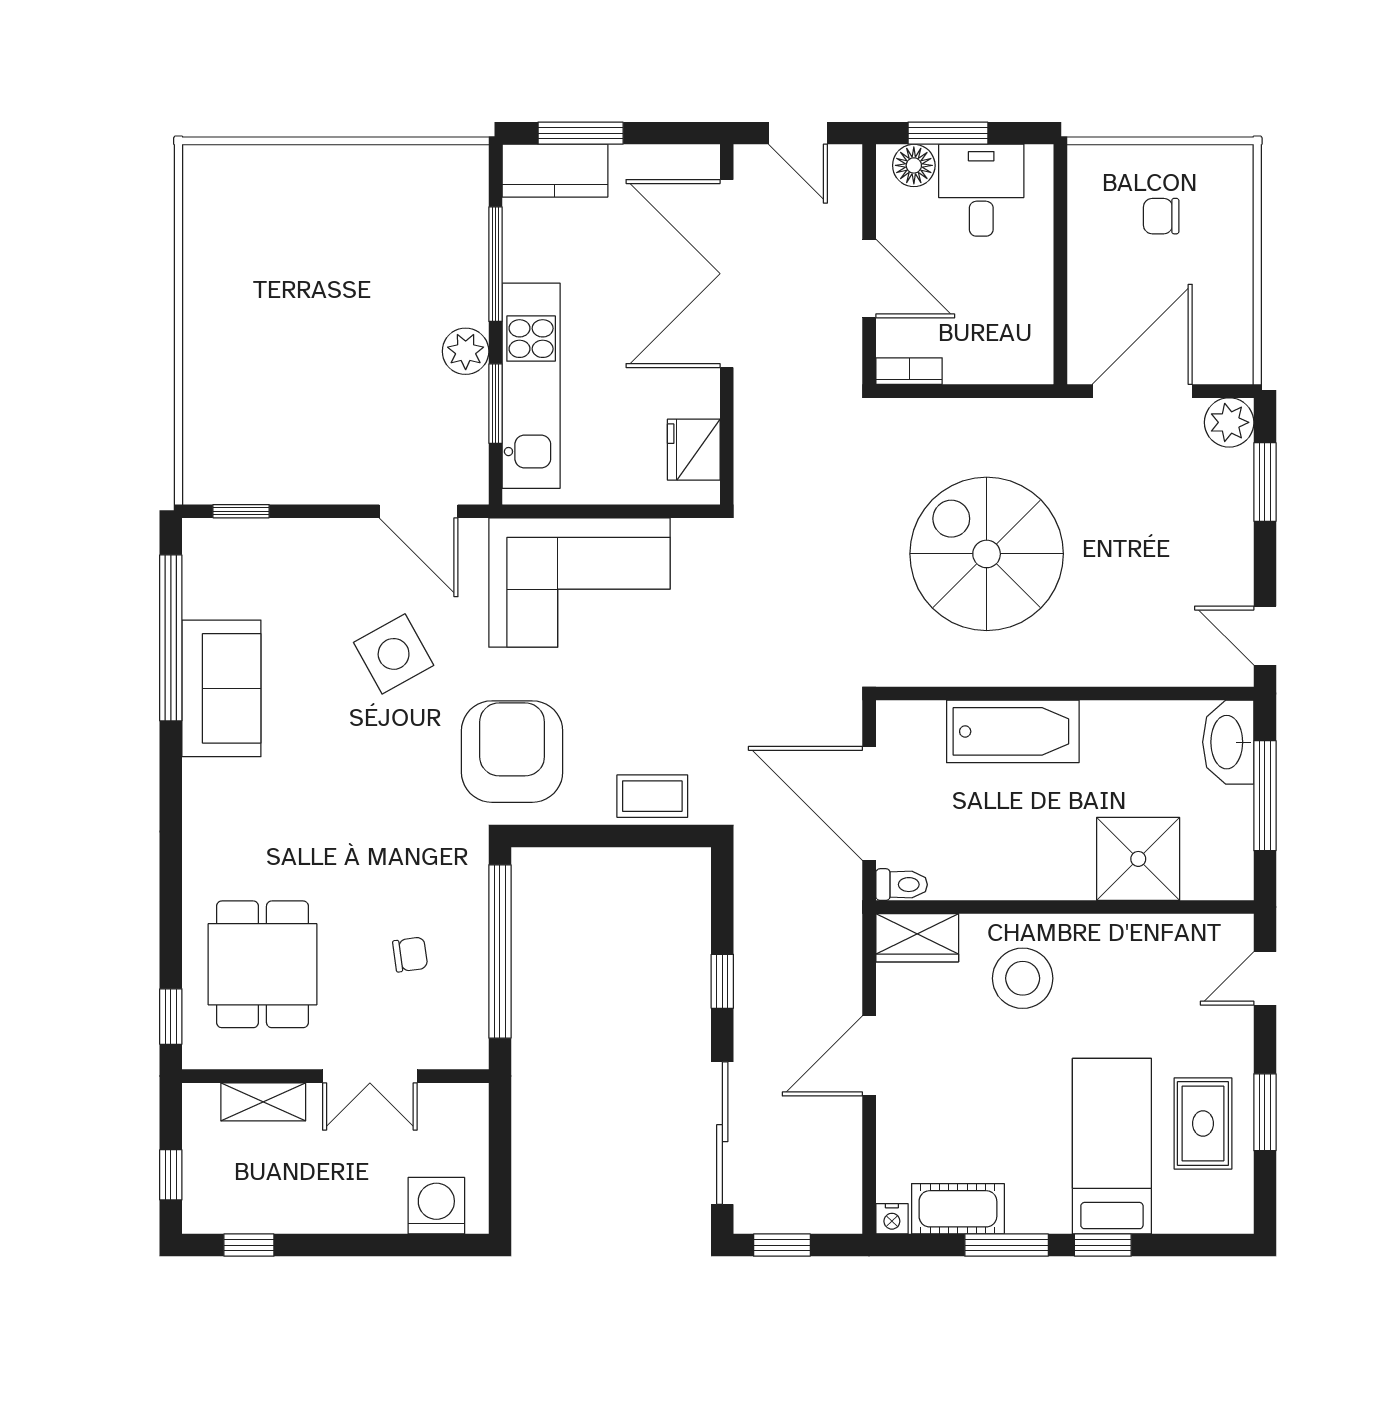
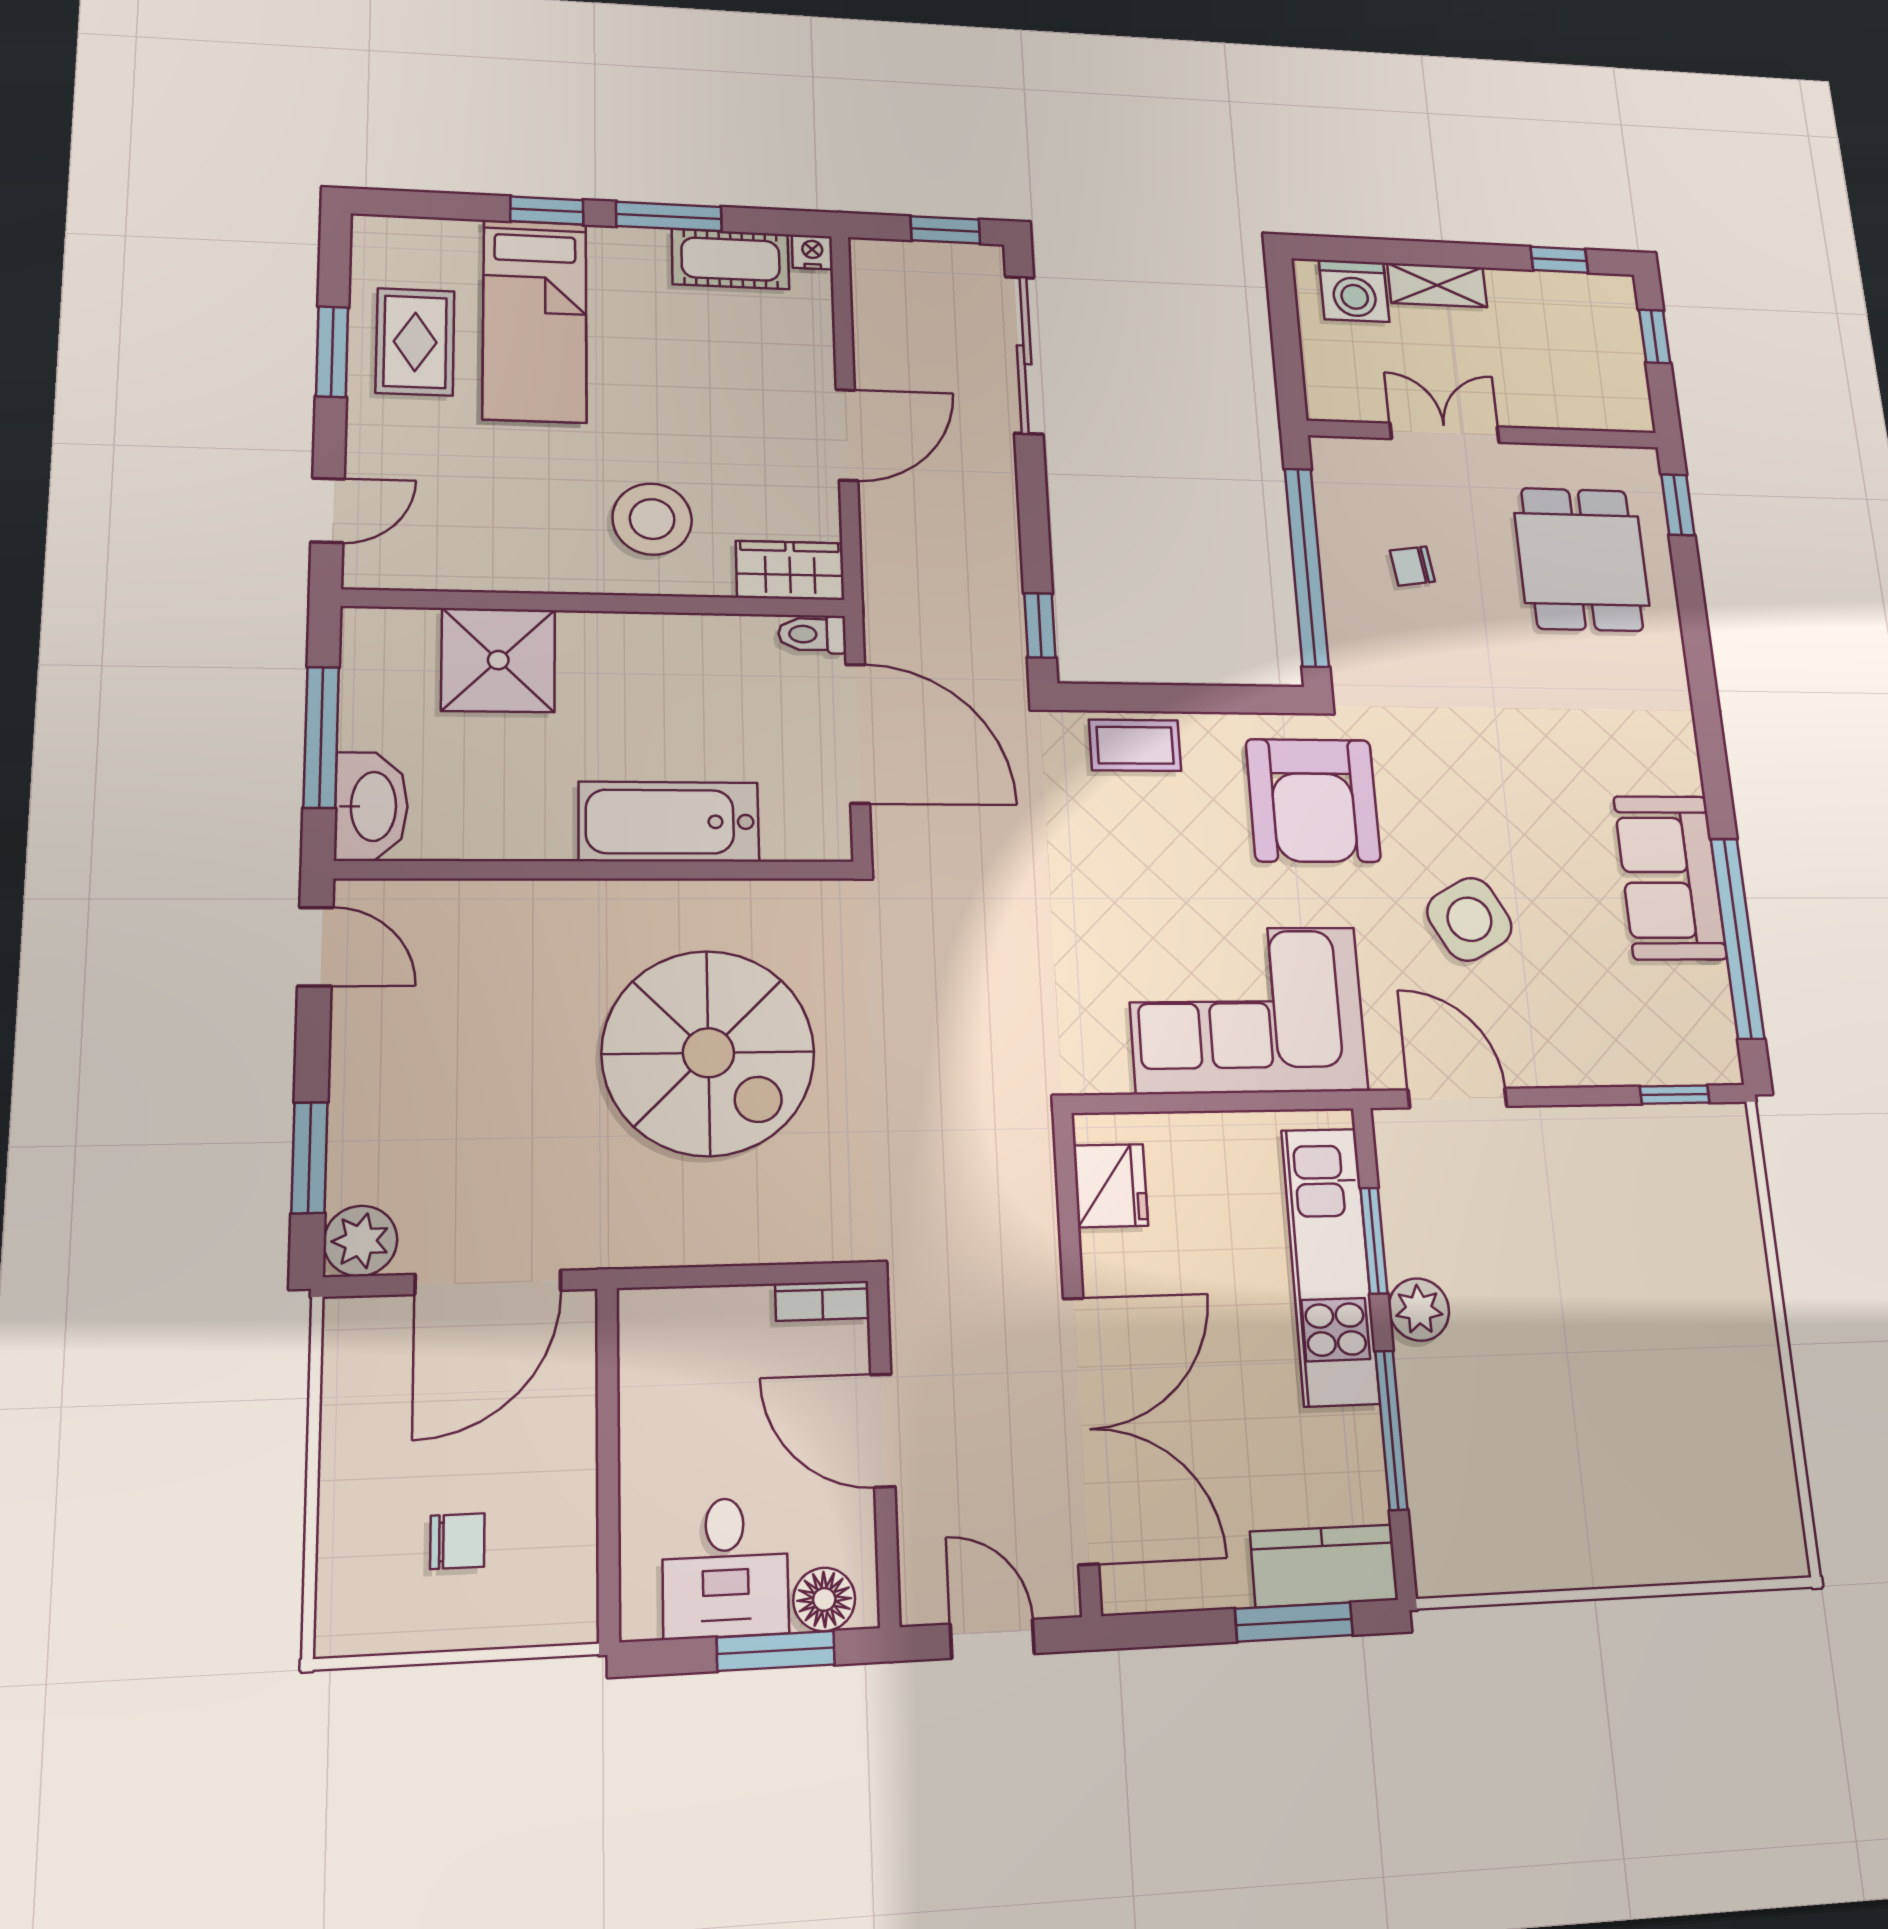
window: (722, 981) -> (1040, 625), moved
shelving: (263, 1102) -> (1437, 285), moved

